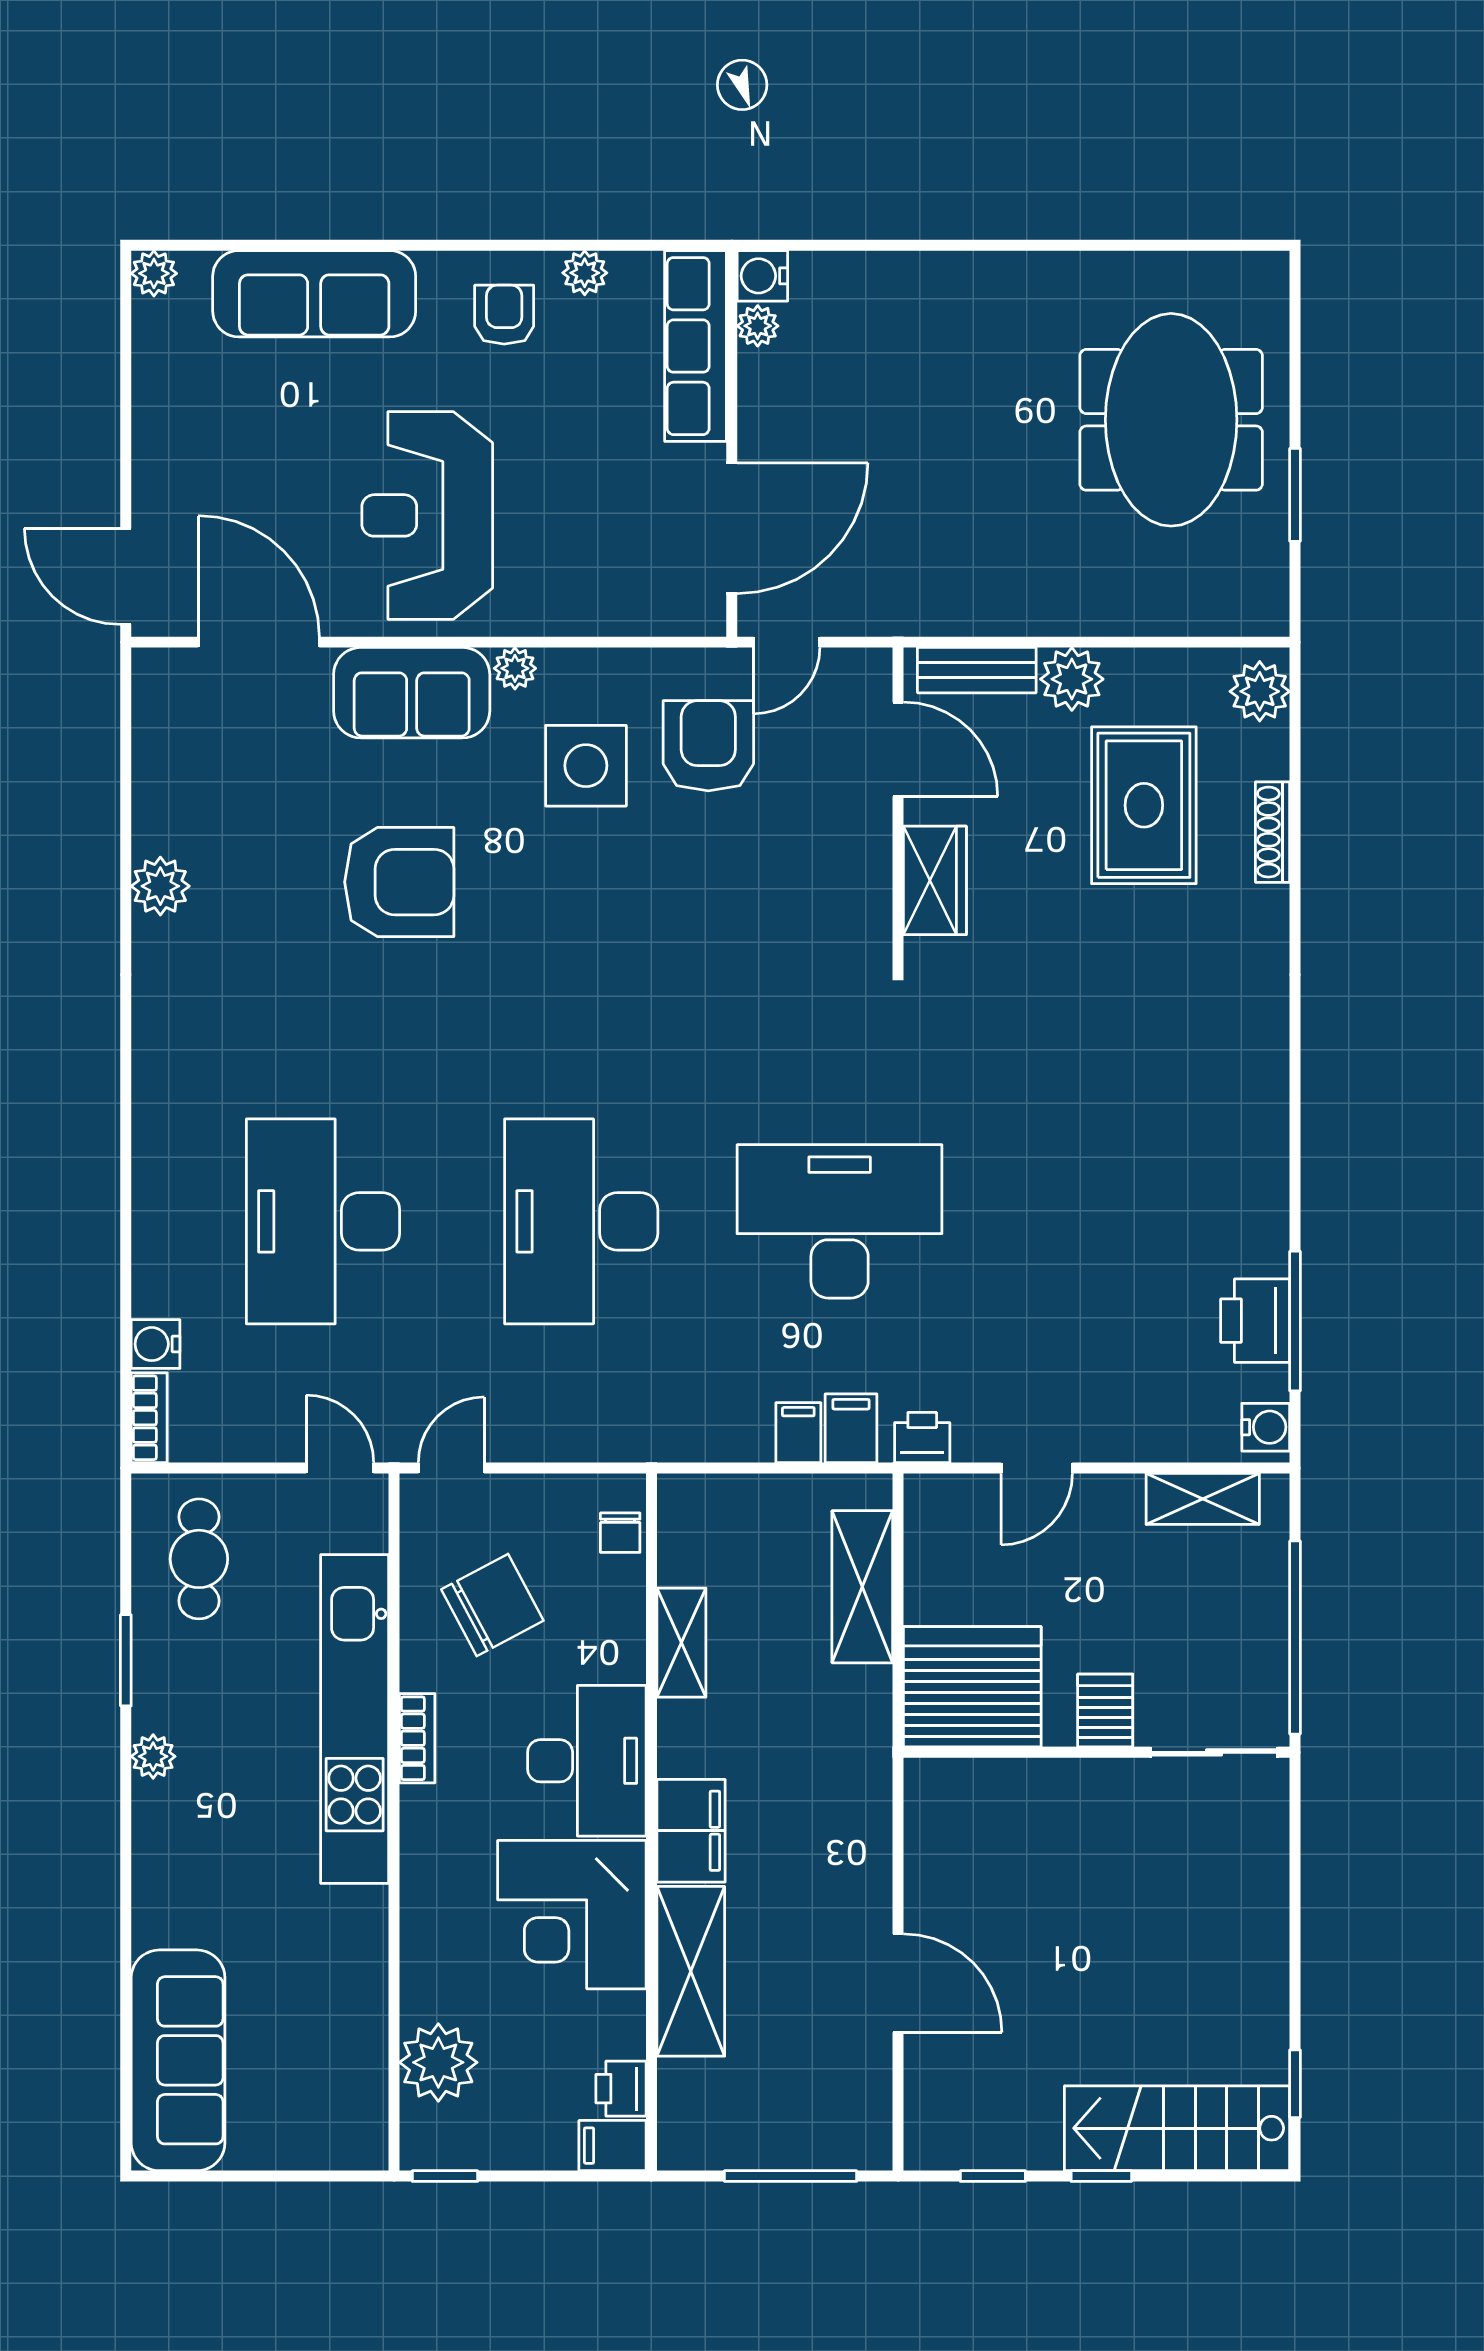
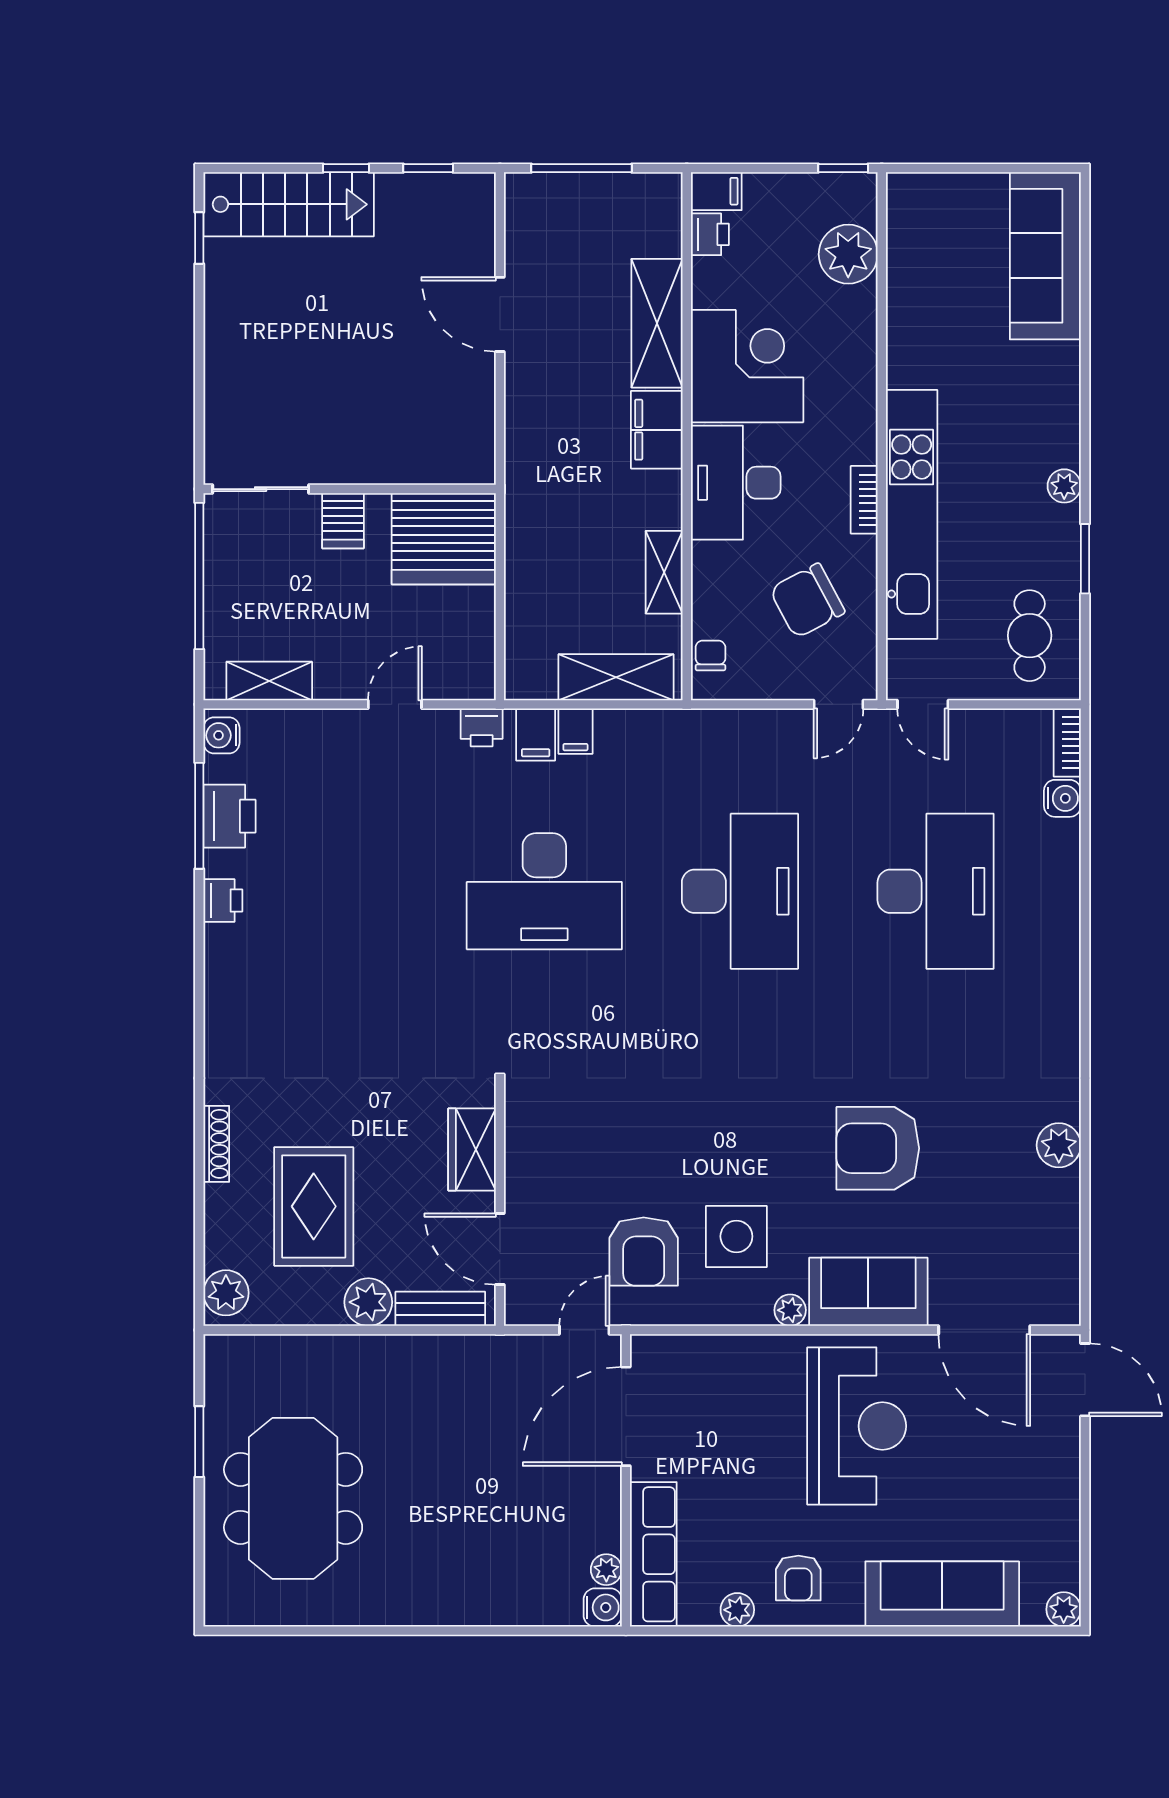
shoe rack: (1273, 832) -> (216, 1144), moved
printer: (1264, 1209) -> (223, 901), added
shelving: (862, 1587) -> (616, 677), moved, turned 90

